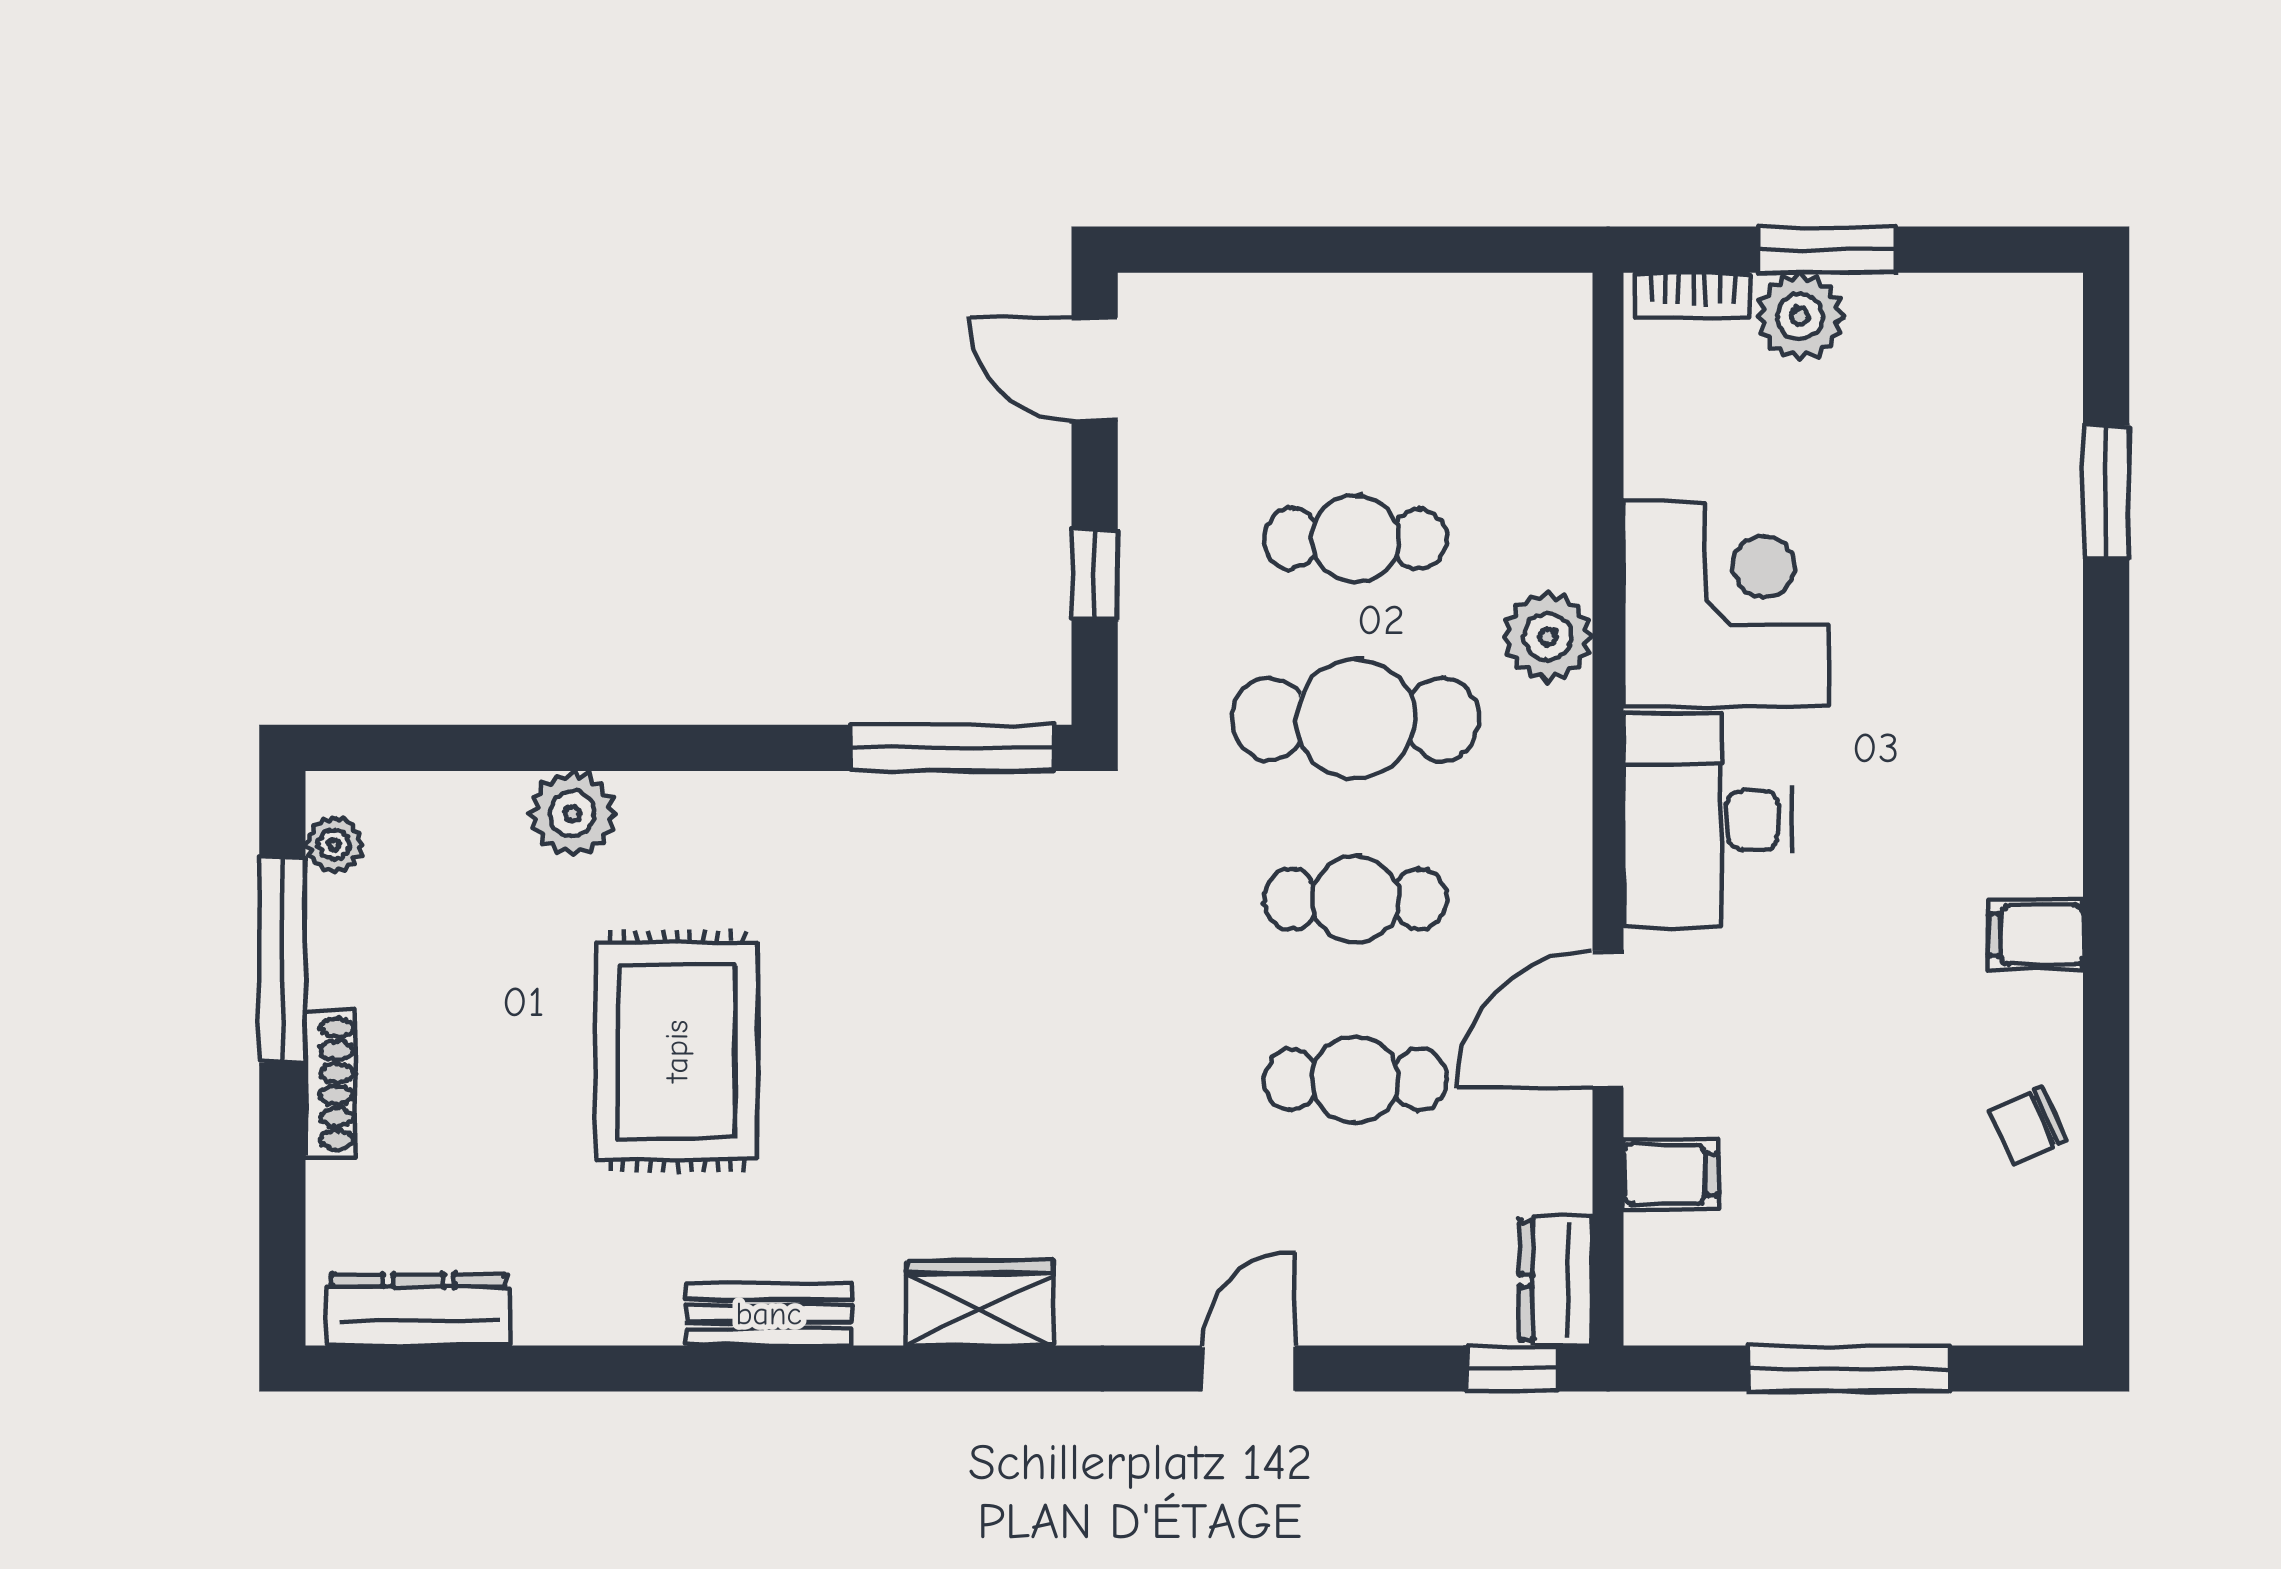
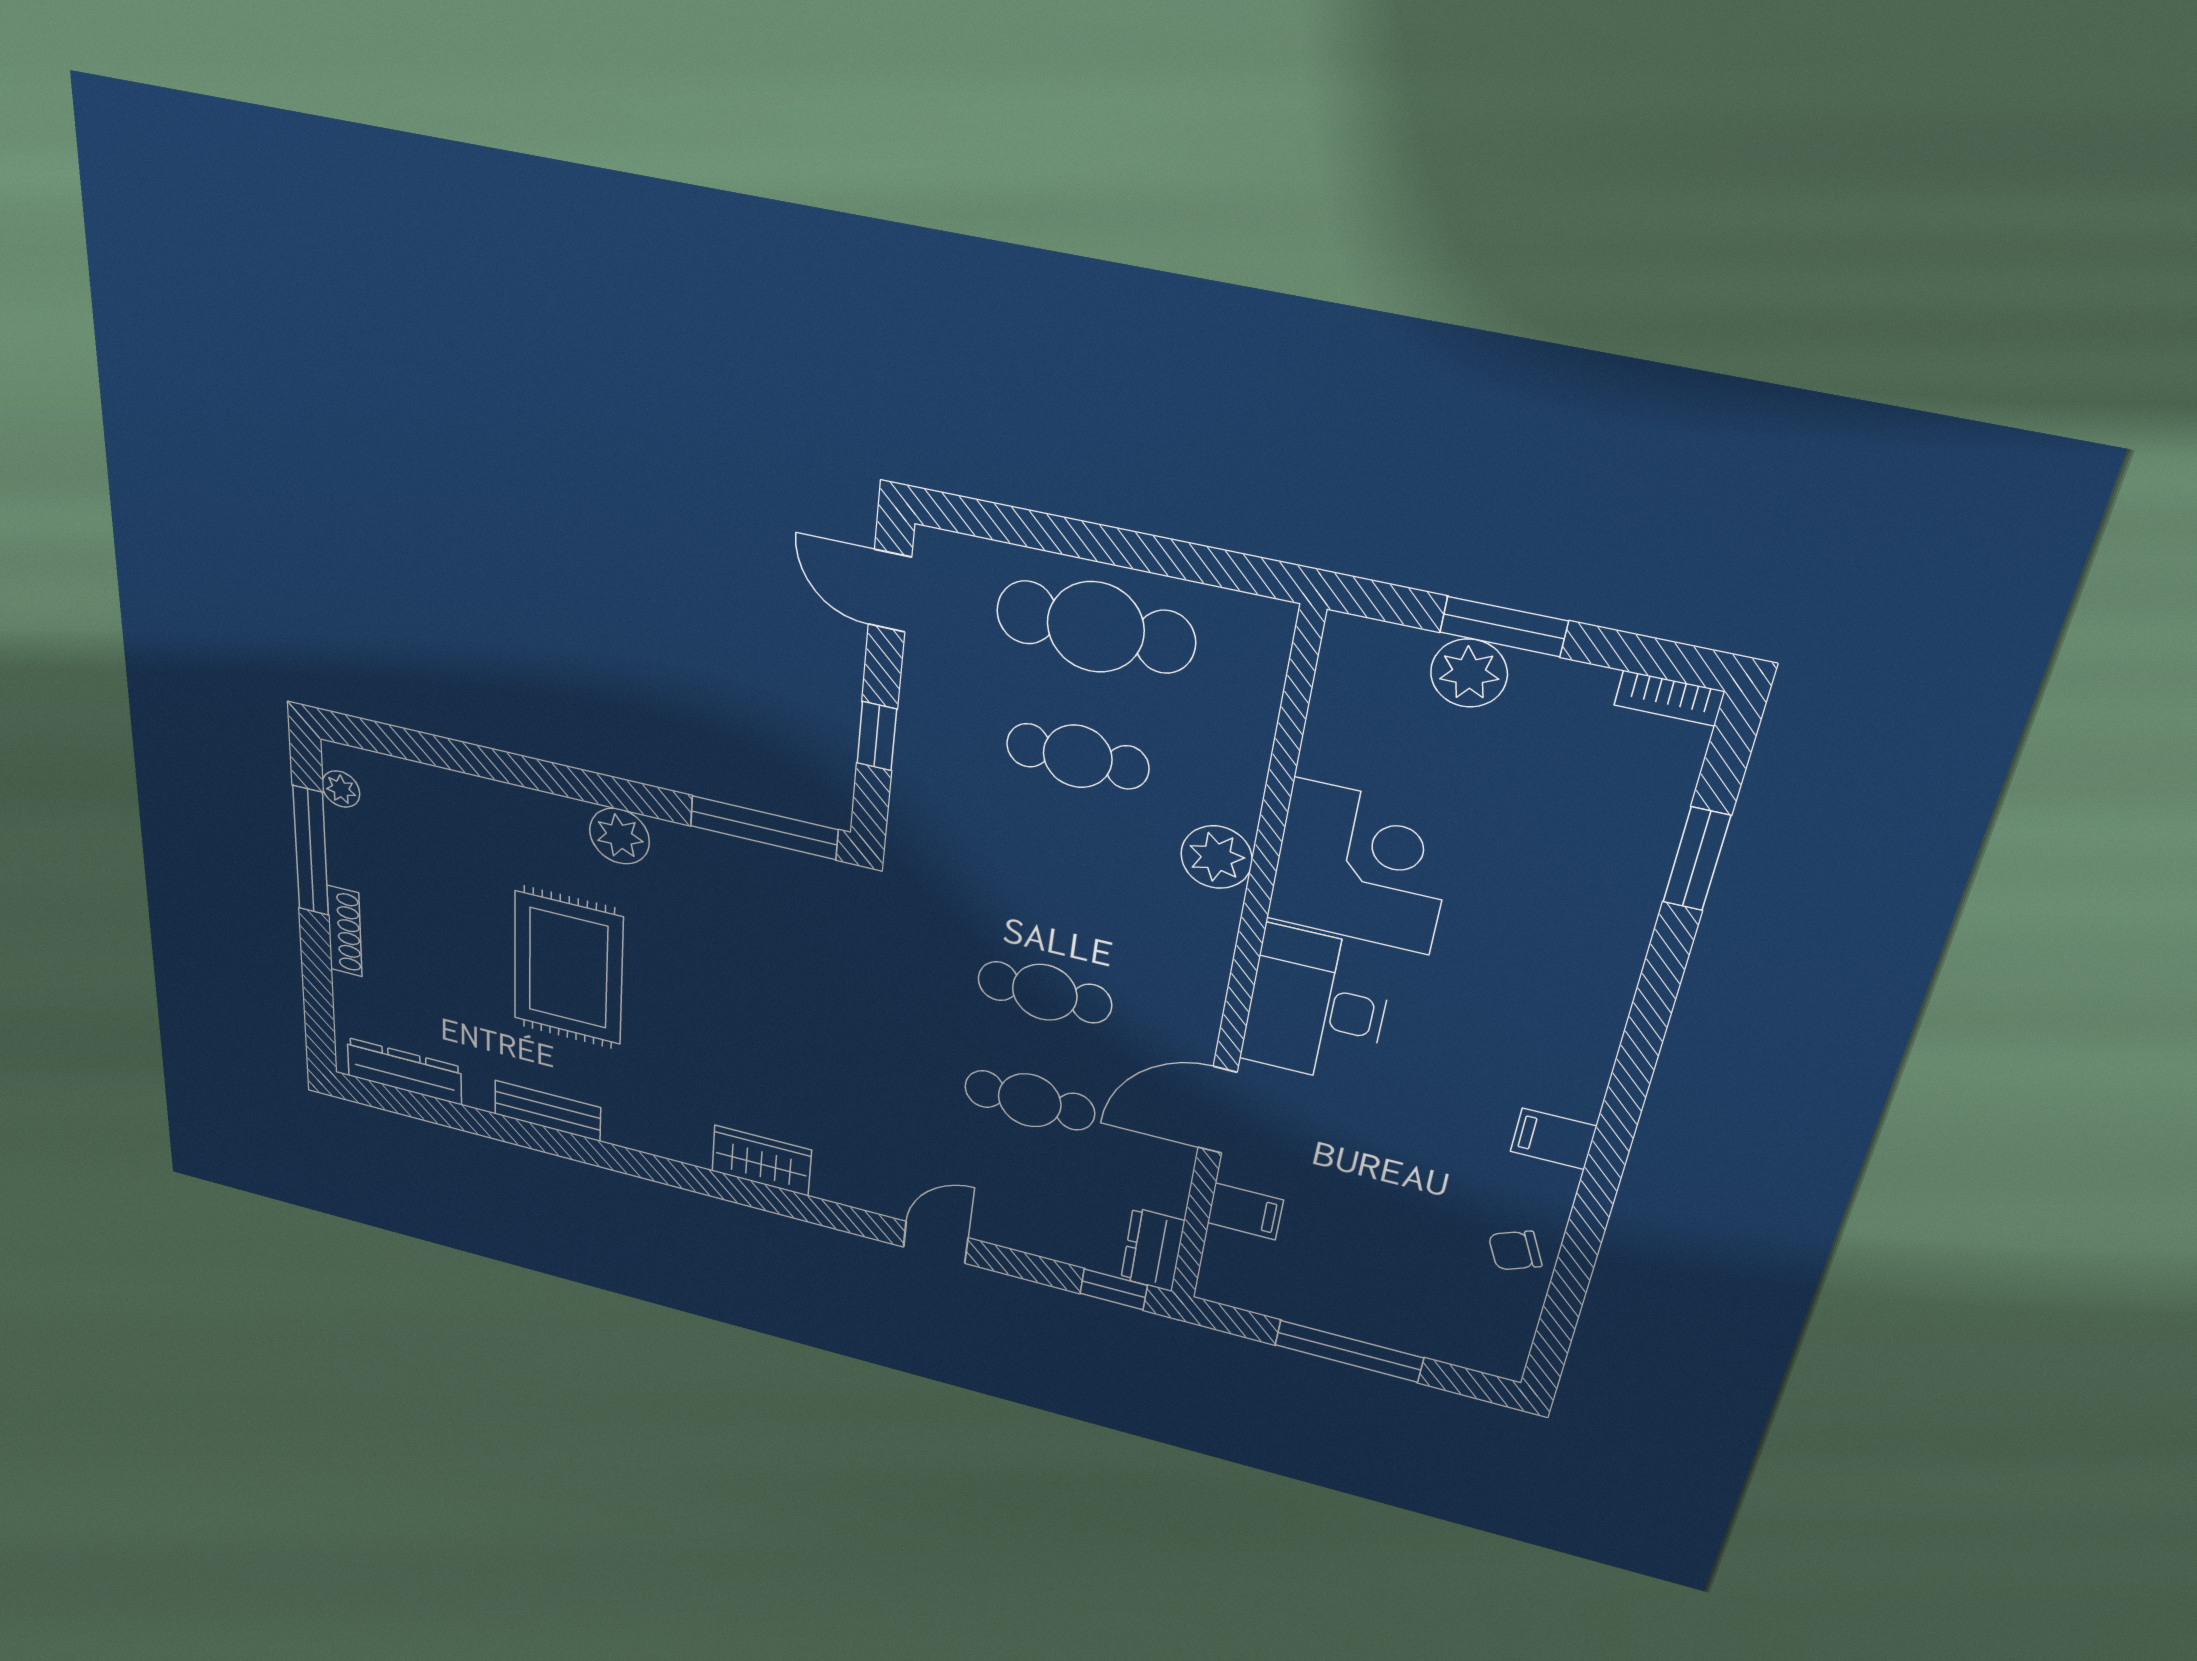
bookcase: (1693, 296) -> (1669, 698), moved
cafe table: (1355, 719) -> (1096, 627), moved
plant: (572, 814) -> (620, 836), moved
bench: (769, 1314) -> (548, 1111), moved

